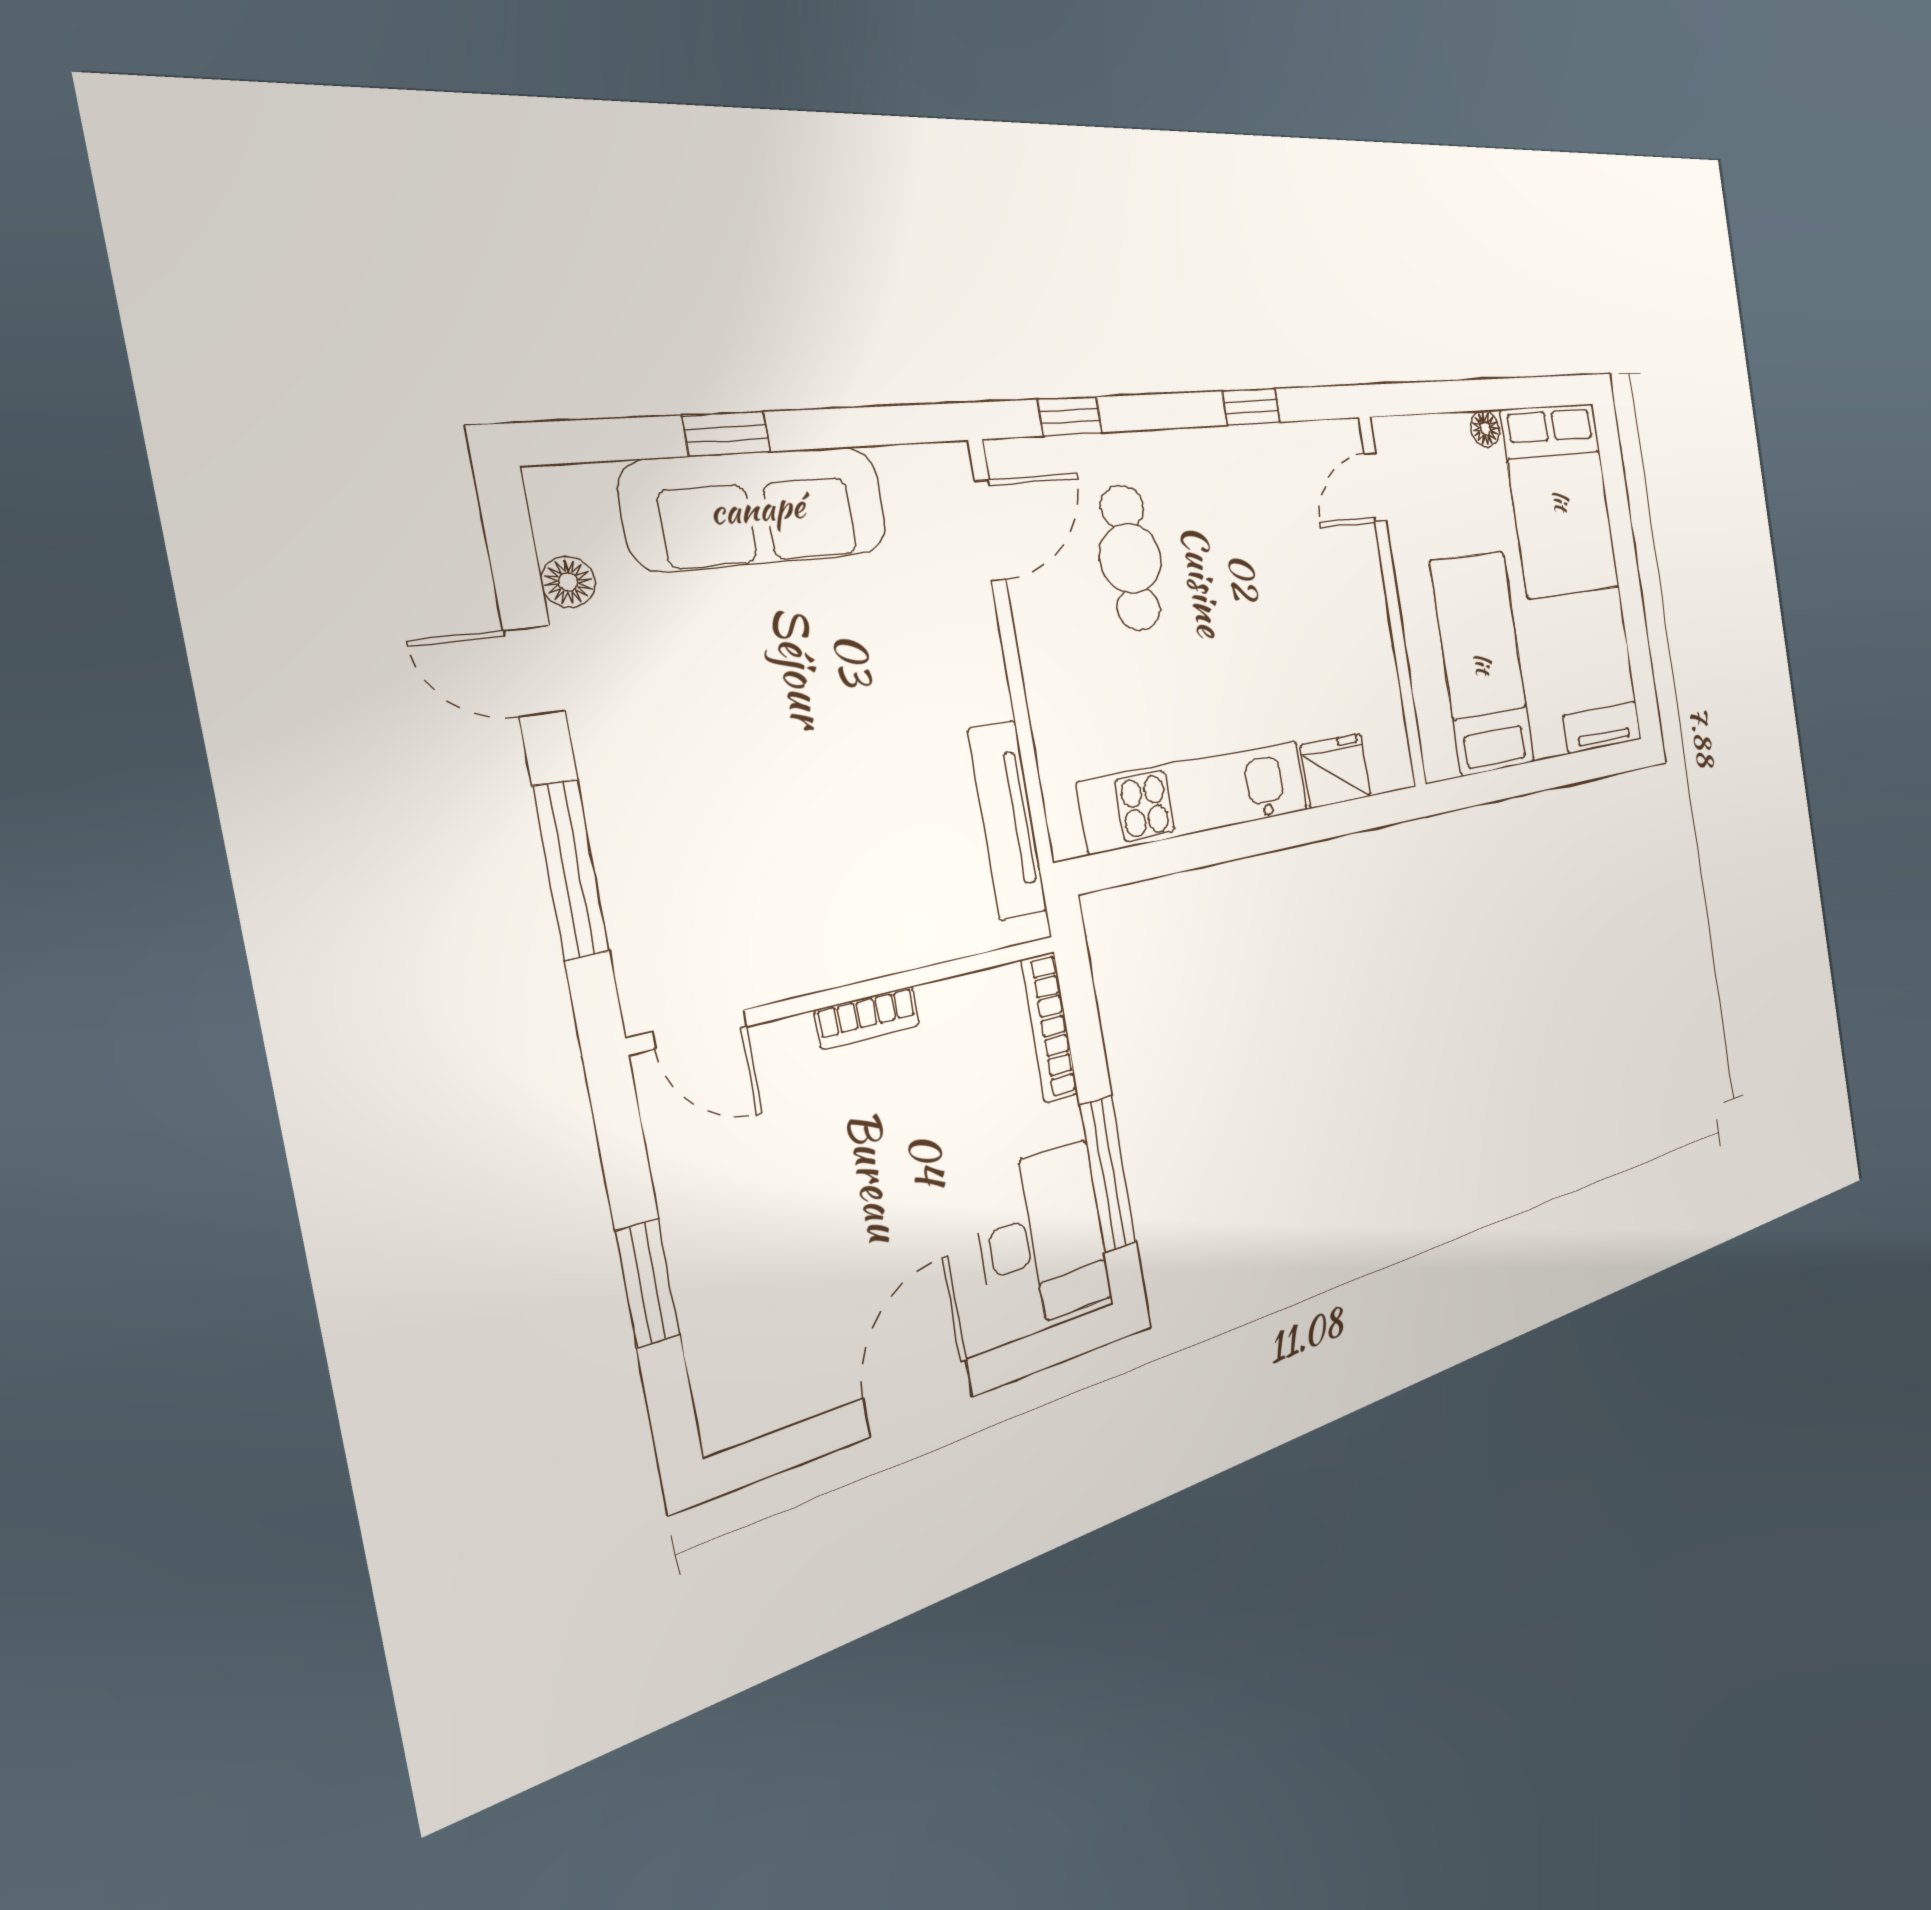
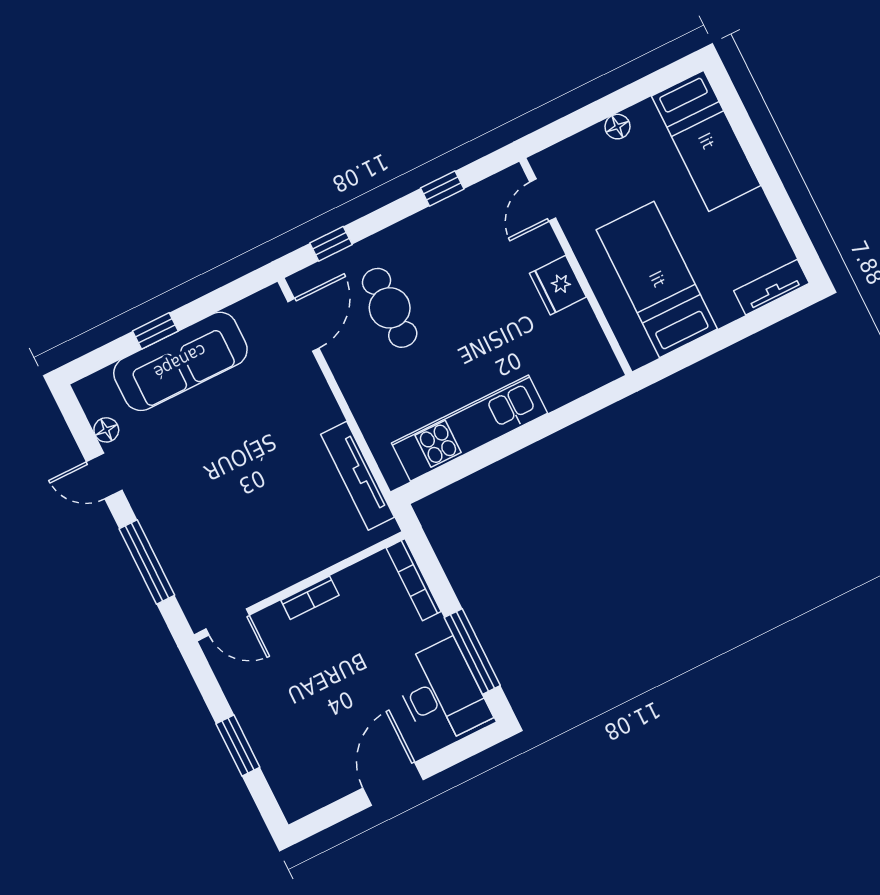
bed: (1561, 500) -> (706, 141), width x0.67
fridge: (1336, 771) -> (558, 285), moved, turned -90

